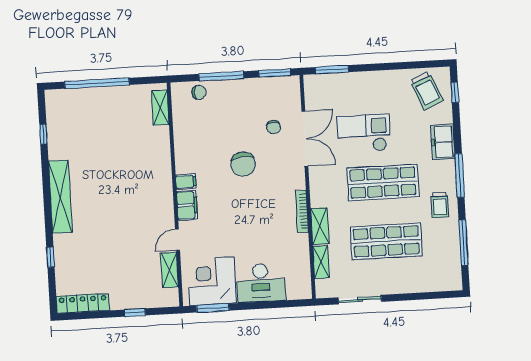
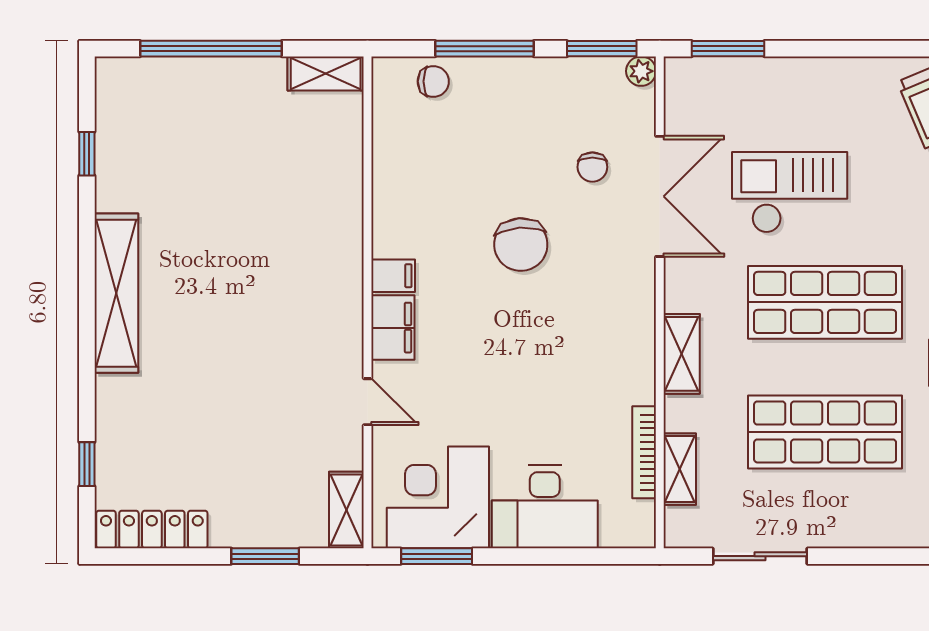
plant: (293, 82) -> (641, 71), added
shelving: (160, 108) -> (326, 73), moved, turned 90
bookcase: (302, 211) -> (644, 452), moved
shelving: (320, 226) -> (682, 354), moved
door: (177, 240) -> (368, 402), swing flipped
window: (50, 257) -> (87, 464), moved
shelving: (170, 270) -> (346, 510), moved
window: (135, 313) -> (265, 556), width x1.50

